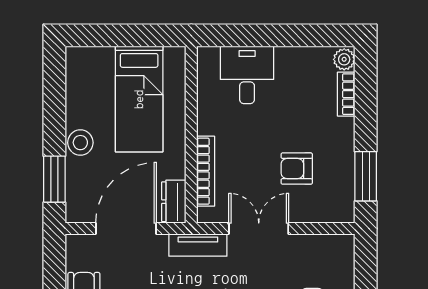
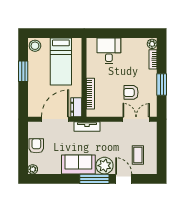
stool: (80, 143) -> (35, 46), moved
window: (366, 176) -> (162, 84), moved
window: (54, 179) -> (23, 71), moved
double door: (259, 229) -> (136, 119), moved

